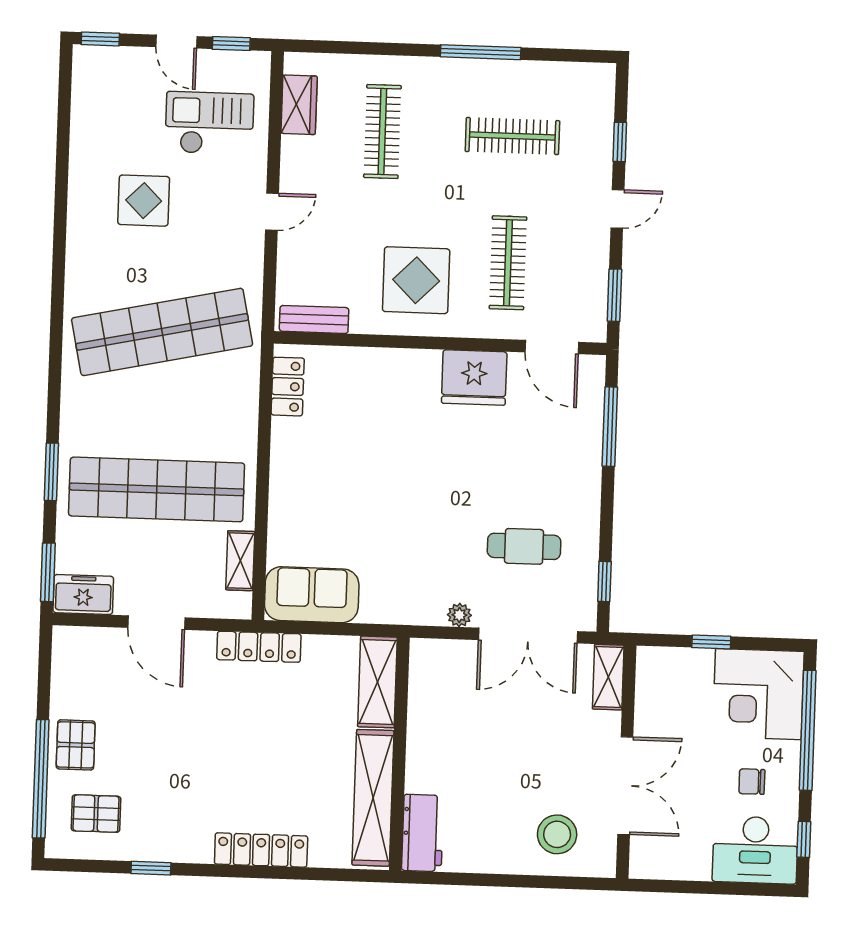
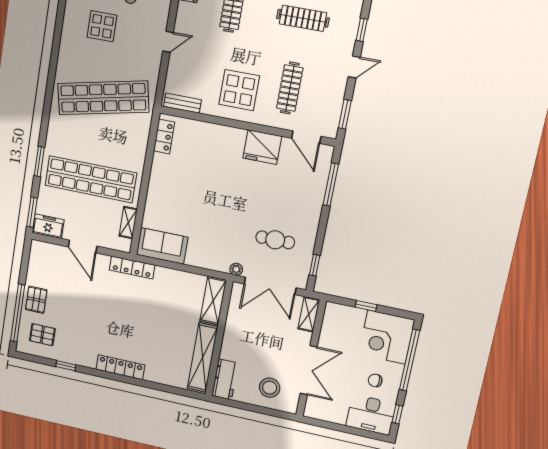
shelving: (377, 682) -> (213, 301), moved
wall: (399, 754) -> (219, 338), moved
shelving: (373, 798) -> (202, 358), moved
workbench: (423, 833) -> (225, 379), moved

